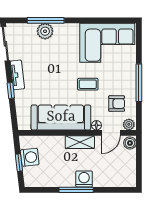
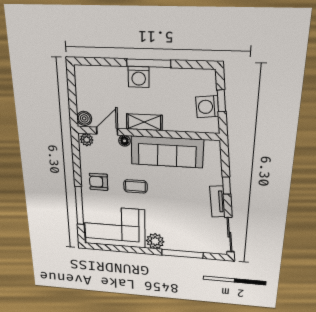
plant: (45, 31) -> (155, 241), moved
window: (139, 83) -> (79, 206), moved
armchair: (117, 104) -> (99, 182), moved

